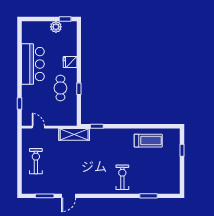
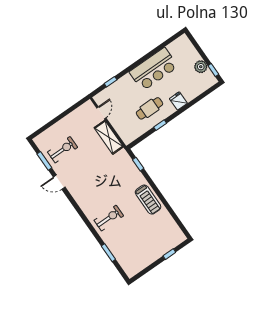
shelving: (74, 134) -> (109, 137), moved
treadmill: (148, 141) -> (148, 200), moved
exercise bike: (36, 161) -> (63, 150), moved

